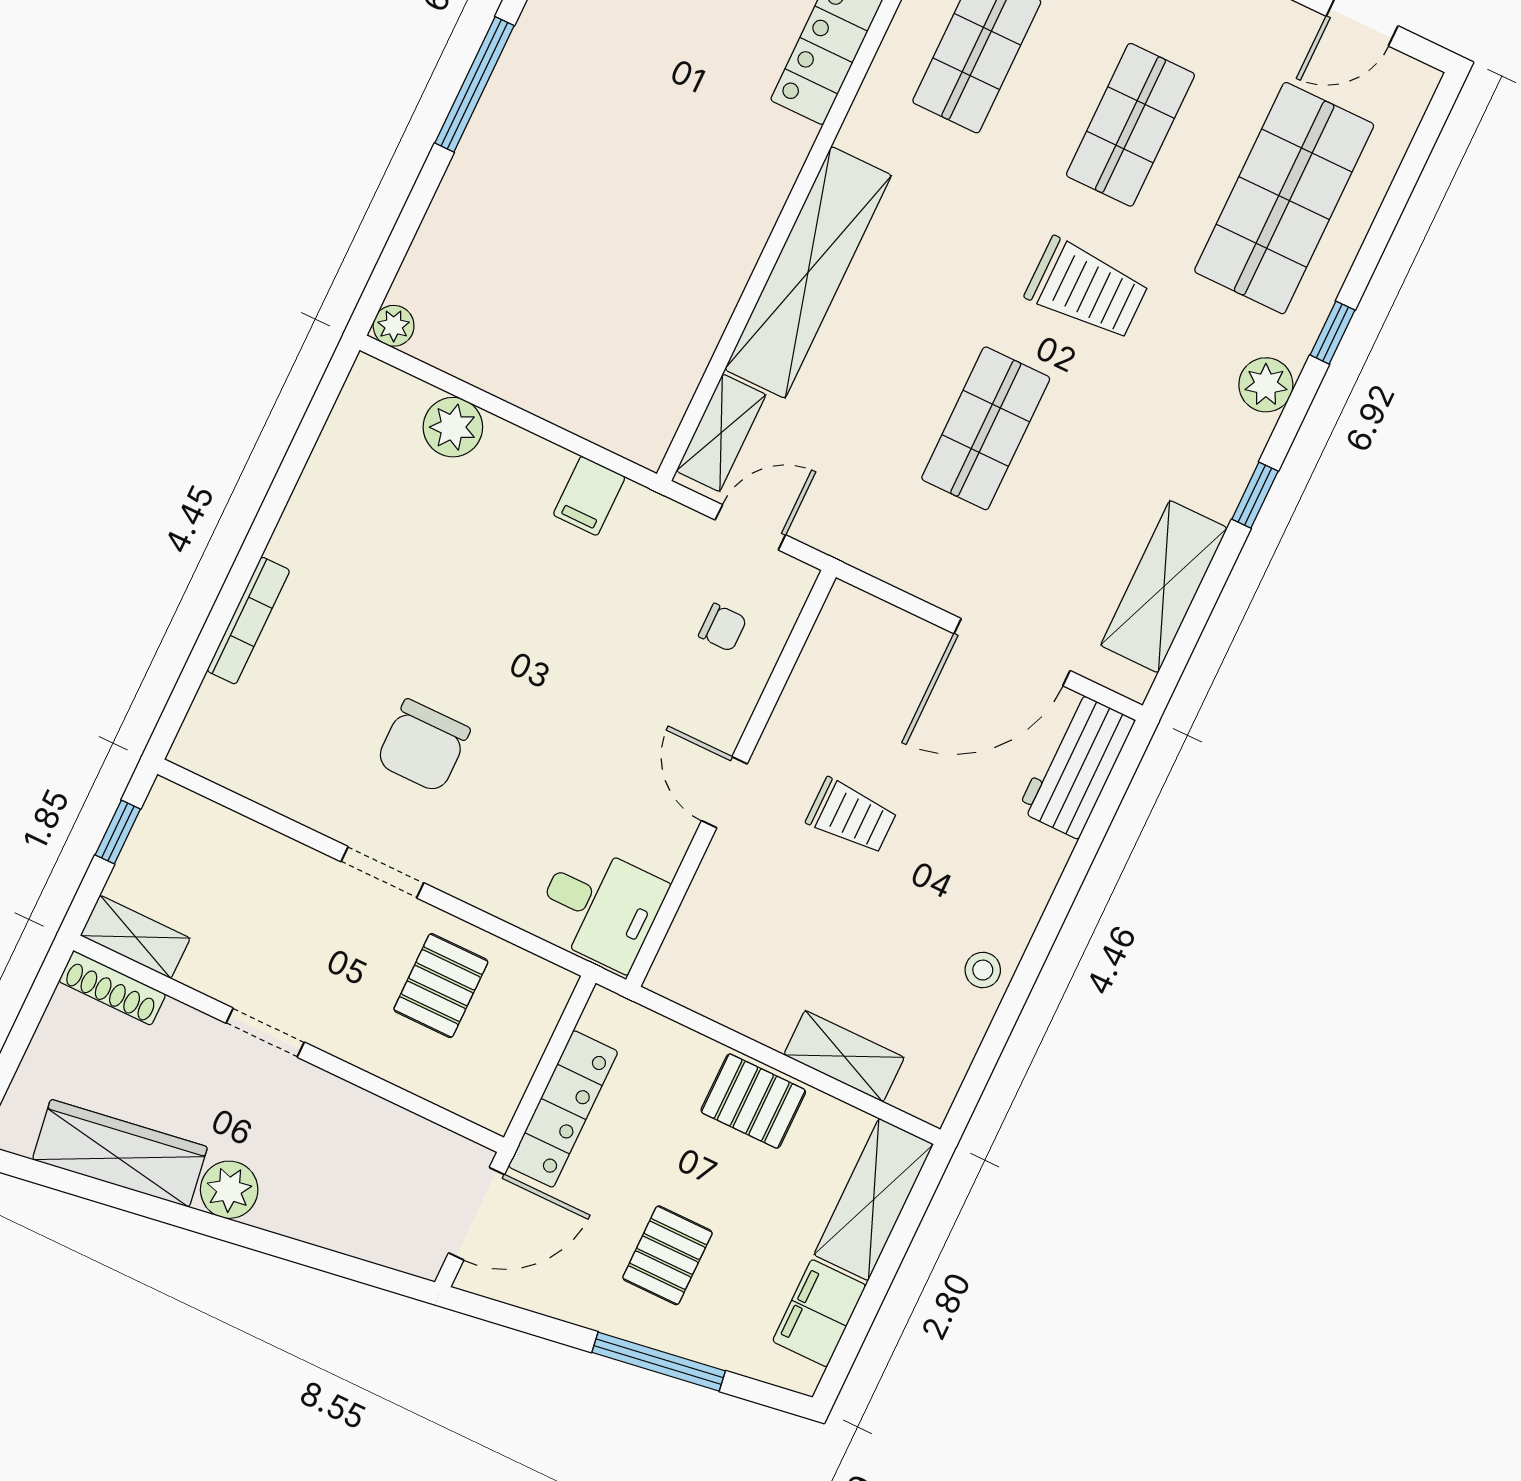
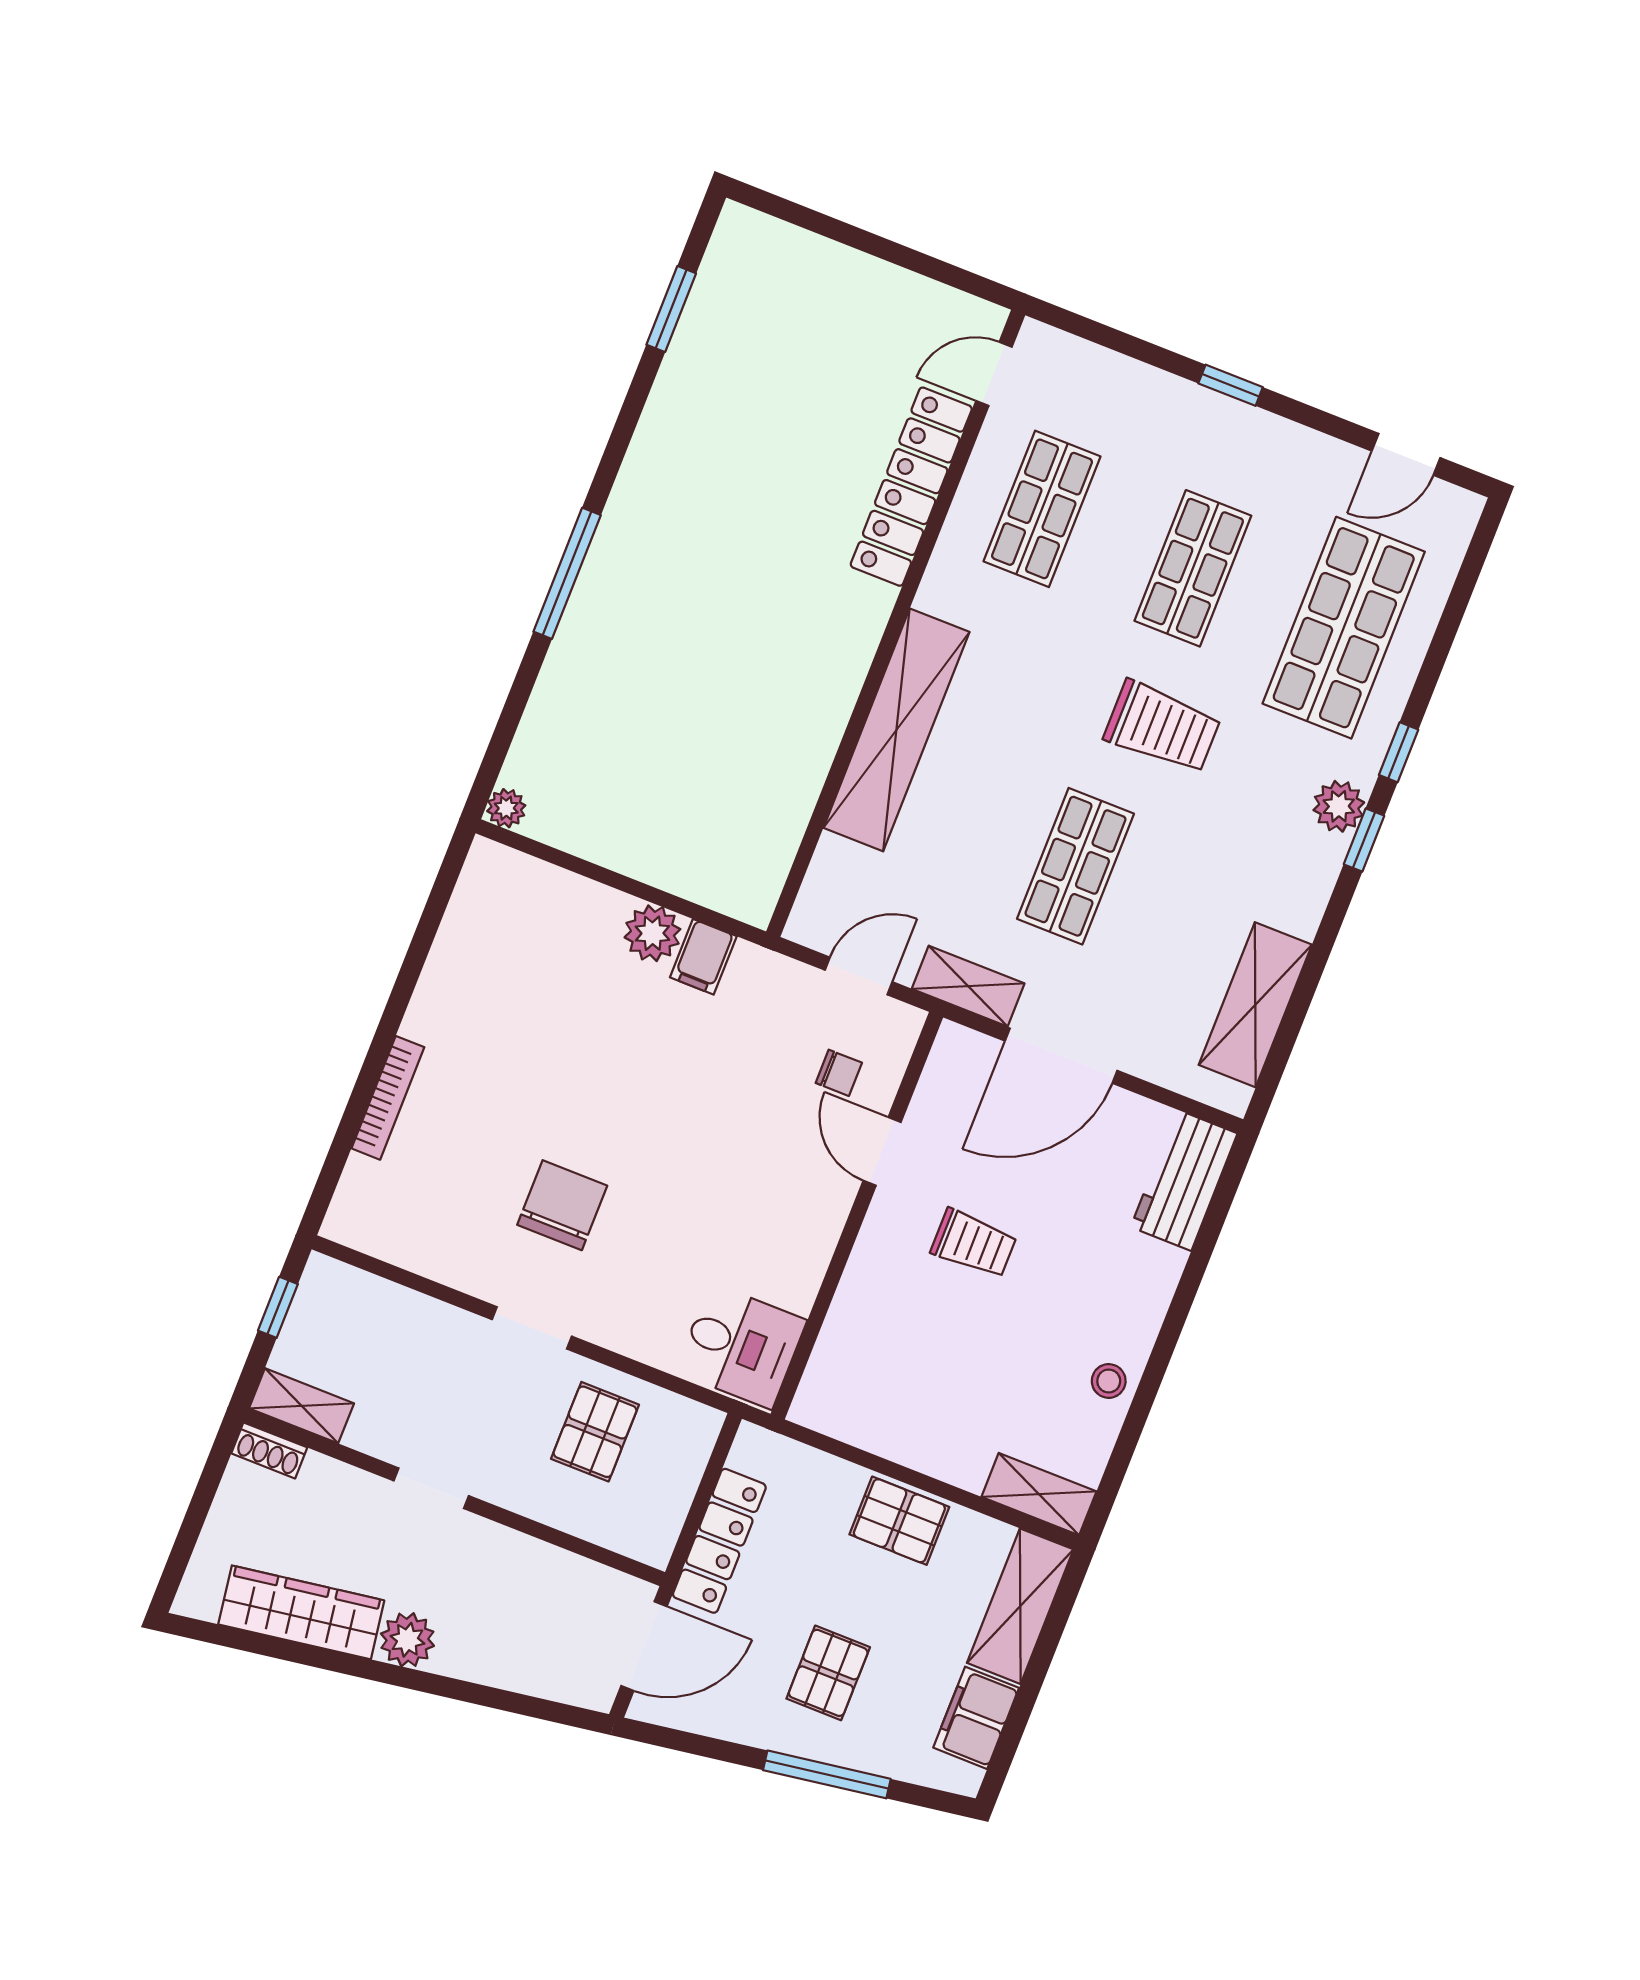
plant: (453, 427) -> (652, 933), moved
shelving: (721, 433) -> (968, 986), moved, turned 90
window: (1255, 495) -> (1364, 840), moved
door: (1012, 652) -> (1061, 1056), moved
chair: (423, 746) -> (562, 1205), turned 180
door: (724, 792) -> (882, 1151), moved
shoe rack: (112, 988) -> (269, 1450), width x0.70
shelving: (844, 1056) -> (1039, 1494), moved

